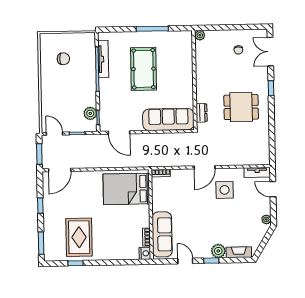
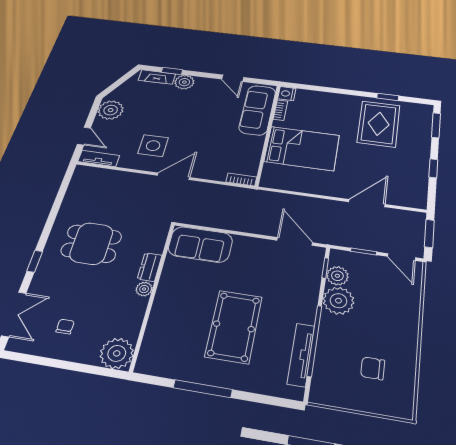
plant: (200, 35) -> (117, 353), width x1.88, depth x1.88
plant: (201, 82) -> (144, 289), added
plant: (87, 97) -> (338, 301), added
dresser: (202, 113) -> (150, 267), moved
sofa: (168, 119) -> (200, 244), width x0.73
door: (60, 170) -> (367, 203), moved
bed: (126, 189) -> (302, 148), moved
plant: (266, 219) -> (111, 110), width x1.87, depth x1.87
window: (211, 261) -> (172, 71), moved

